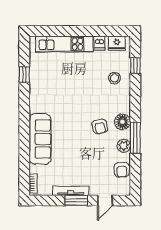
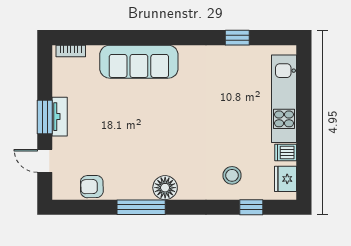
armchair: (100, 126) -> (158, 153), removed
plant: (124, 146) -> (128, 190), removed
tv unit: (71, 191) -> (60, 117), width x0.71

